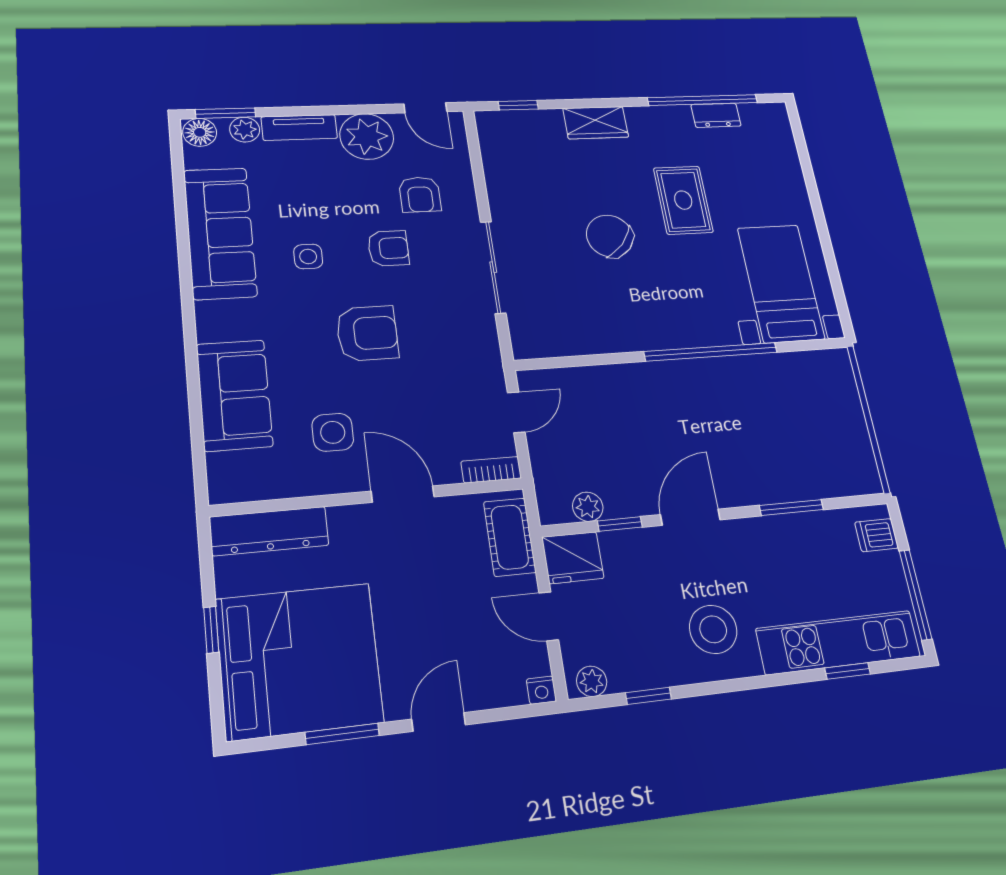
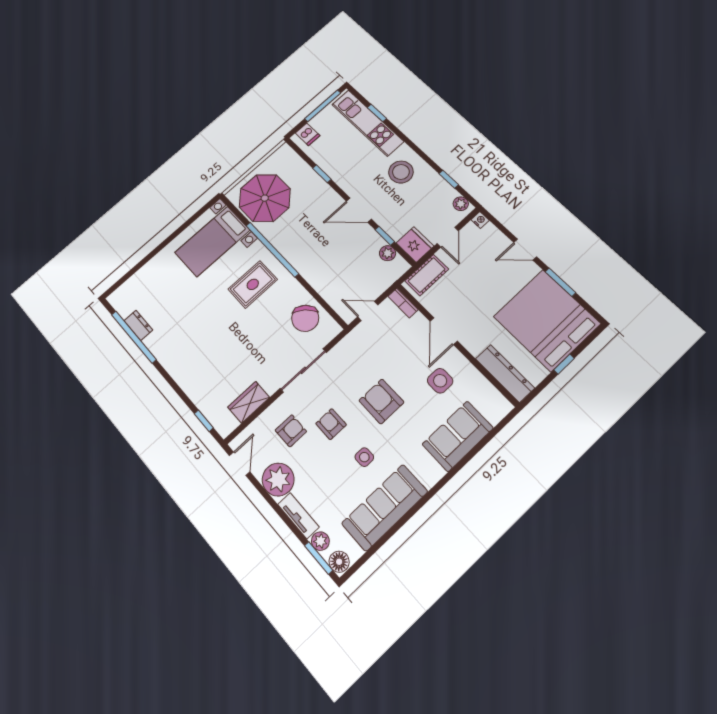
wardrobe: (596, 123) -> (249, 402), moved, turned -90
rug: (683, 200) -> (253, 284), moved
chair: (610, 236) -> (305, 318), moved
parasol: (804, 398) -> (265, 198), added
window: (791, 507) -> (322, 174), width x0.67

